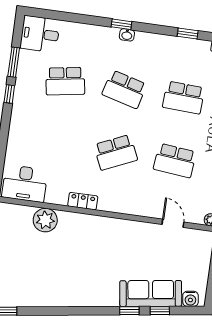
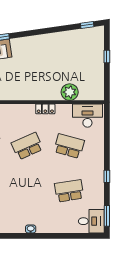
window: (121, 24) -> (35, 236), removed
window: (14, 62) -> (107, 216), moved
school desk: (124, 89) -> (69, 146), moved

